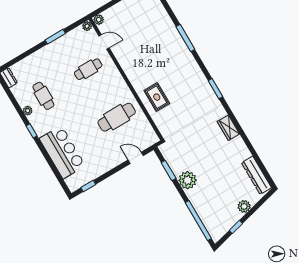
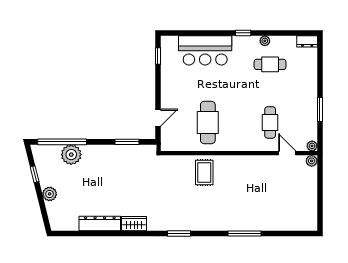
door: (104, 42) -> (287, 153), swing flipped
rug: (157, 97) -> (204, 172), turned 90
dresser: (256, 175) -> (100, 224), moved
plant: (188, 180) -> (71, 155), moved

